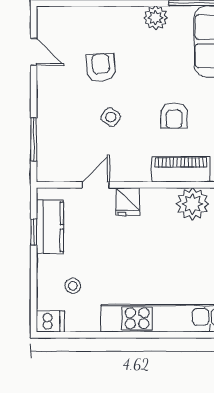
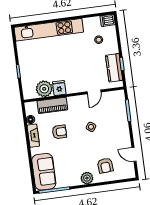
plant: (156, 18) -> (87, 178), moved
armchair: (101, 67) -> (105, 166), moved
armchair: (174, 115) -> (59, 132), turned 90
fridge: (128, 202) -> (59, 88), moved

